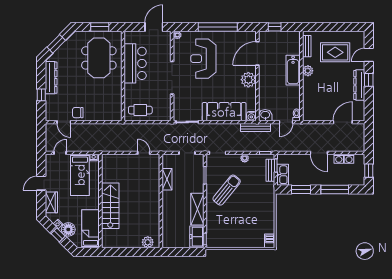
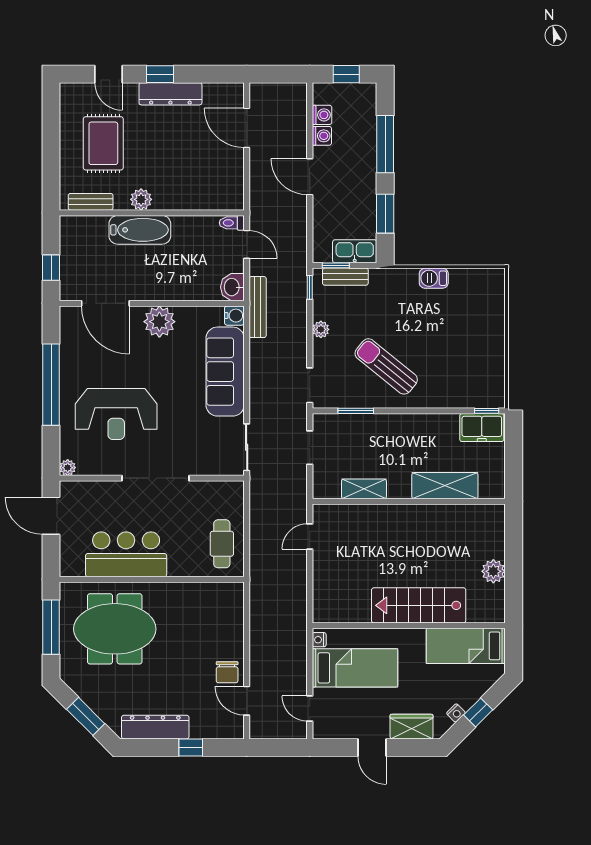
window: (100, 27) -> (51, 627), width x1.44
door: (64, 122) -> (247, 701), swing flipped
door: (319, 153) -> (310, 177), swing flipped
shelving: (197, 209) -> (445, 486), moved
floor lamp: (68, 229) -> (467, 692), removed
barbecue: (270, 241) -> (434, 278), moved
plant: (148, 242) -> (493, 571), moved

